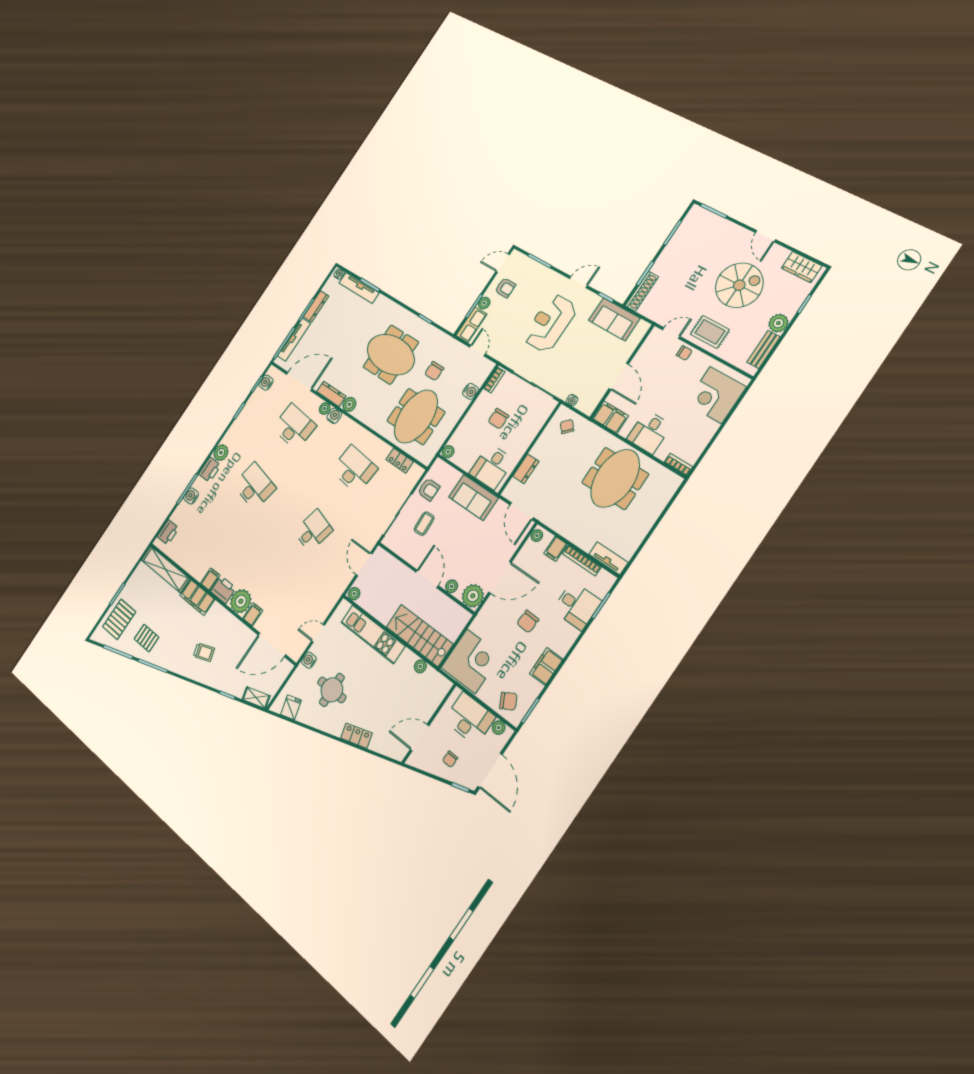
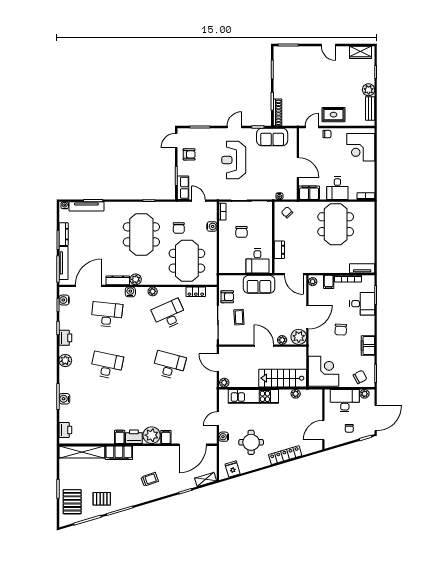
spiral stairs: (739, 285) -> (332, 80), removed
plant: (484, 303) -> (182, 171), removed
meeting table: (391, 355) -> (141, 234), turned 90
plant: (325, 408) -> (153, 291), moved
plant: (448, 452) -> (224, 269), removed
desk: (354, 469) -> (169, 314), turned -30
printer: (210, 470) -> (65, 338), moved
desk: (313, 531) -> (169, 365), width x1.37
locker: (356, 736) -> (285, 455), width x1.53
door: (490, 771) -> (376, 418), hinge flipped

